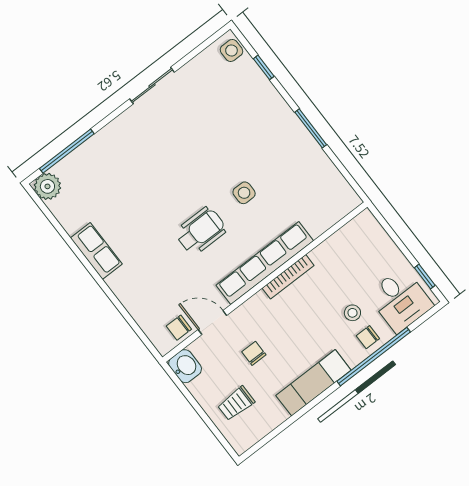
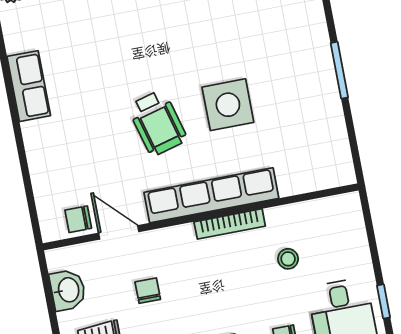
side table: (244, 193) -> (228, 105), width x1.87, depth x1.87
wheelchair: (201, 231) -> (157, 123), turned 75
stool: (352, 313) -> (288, 259), moved
washbasin: (185, 366) -> (68, 290), moved

